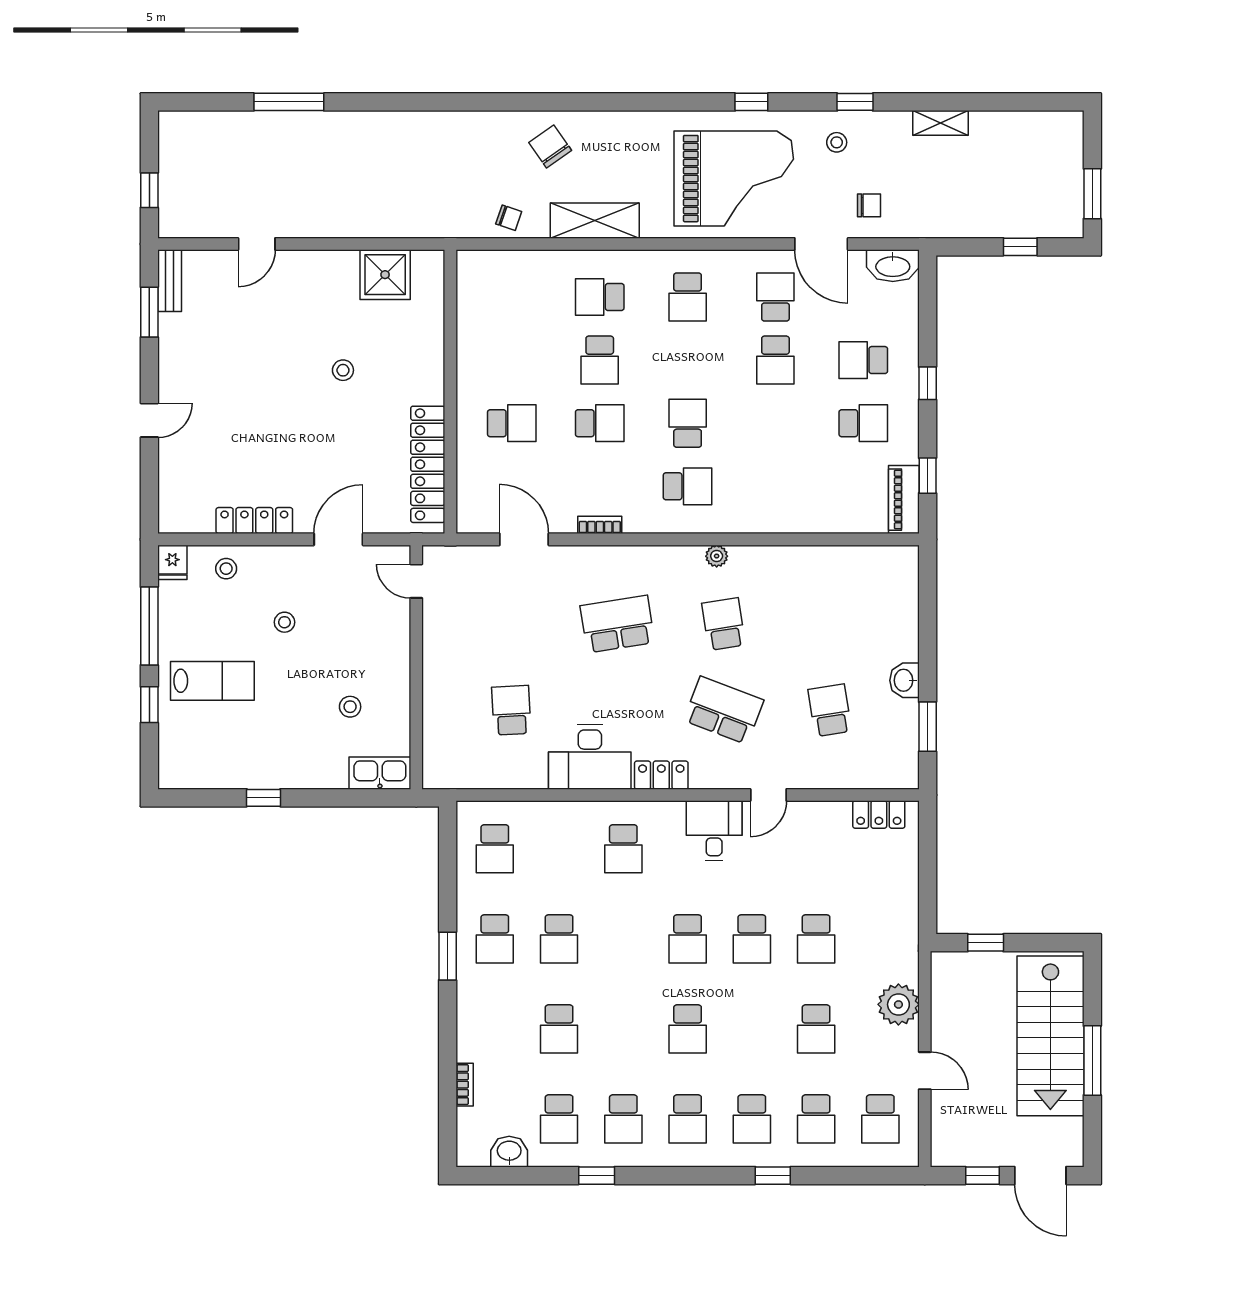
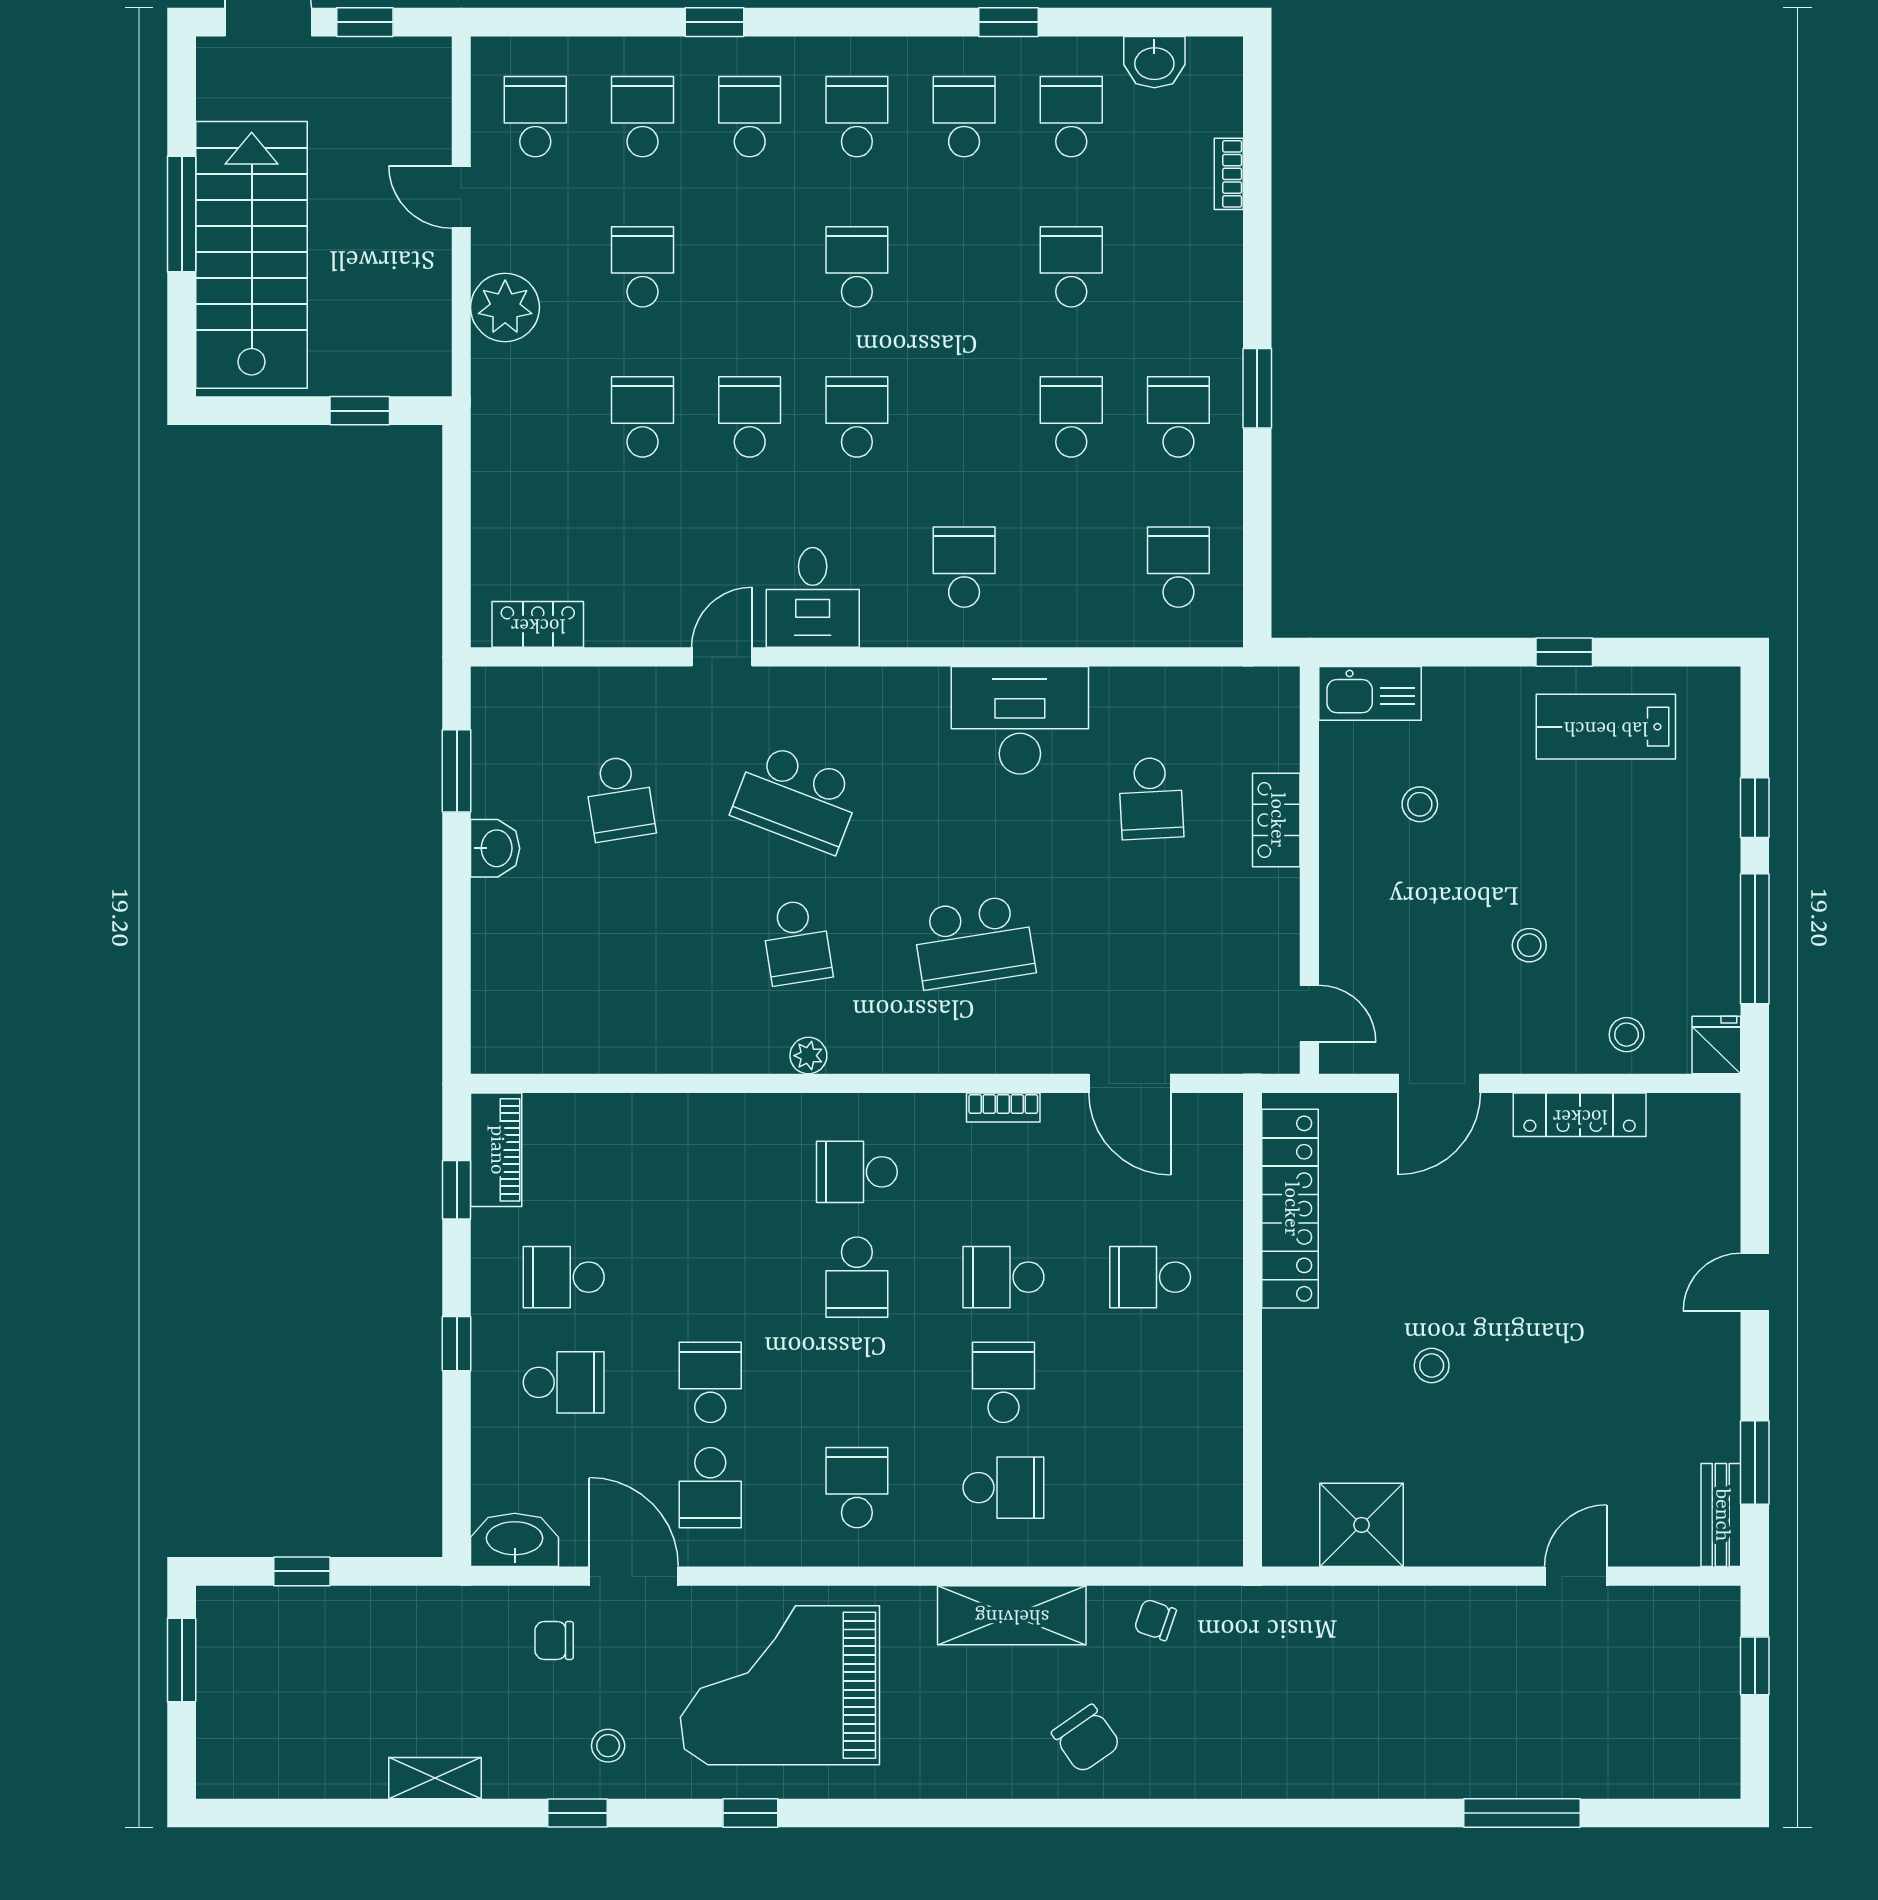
lab bench: (212, 681) -> (1606, 727), moved
locker: (661, 775) -> (1276, 820), moved, turned 90

